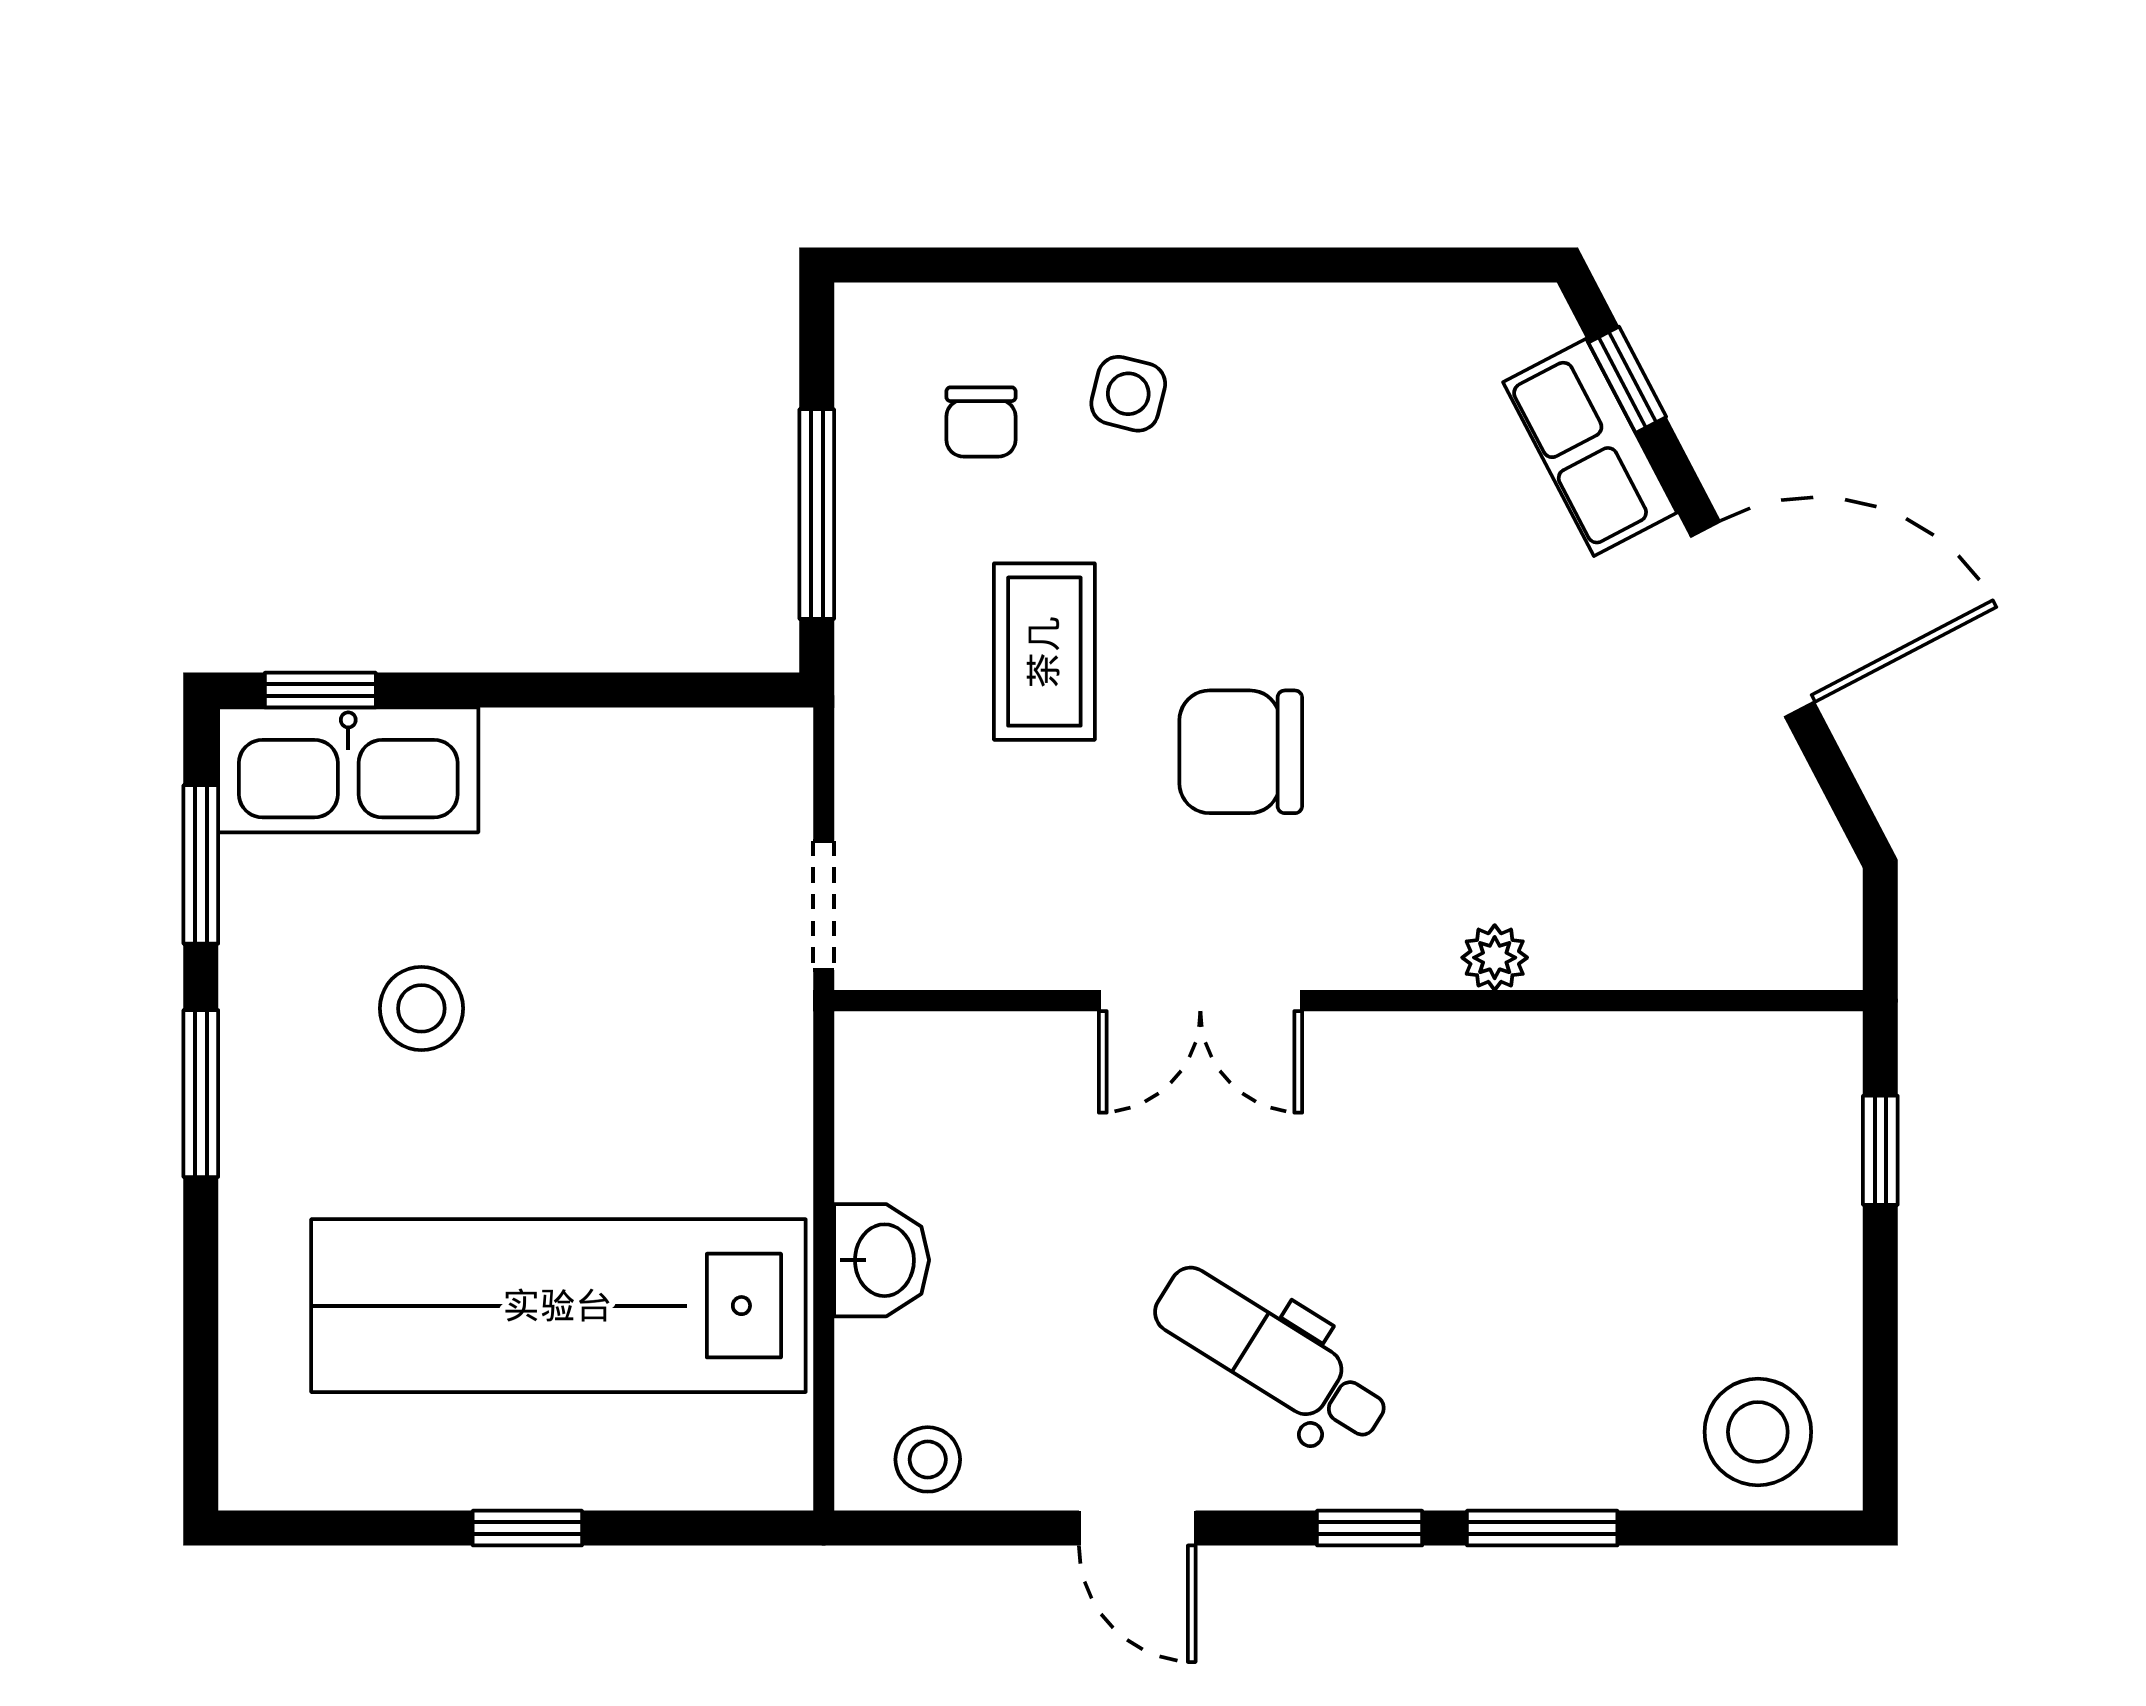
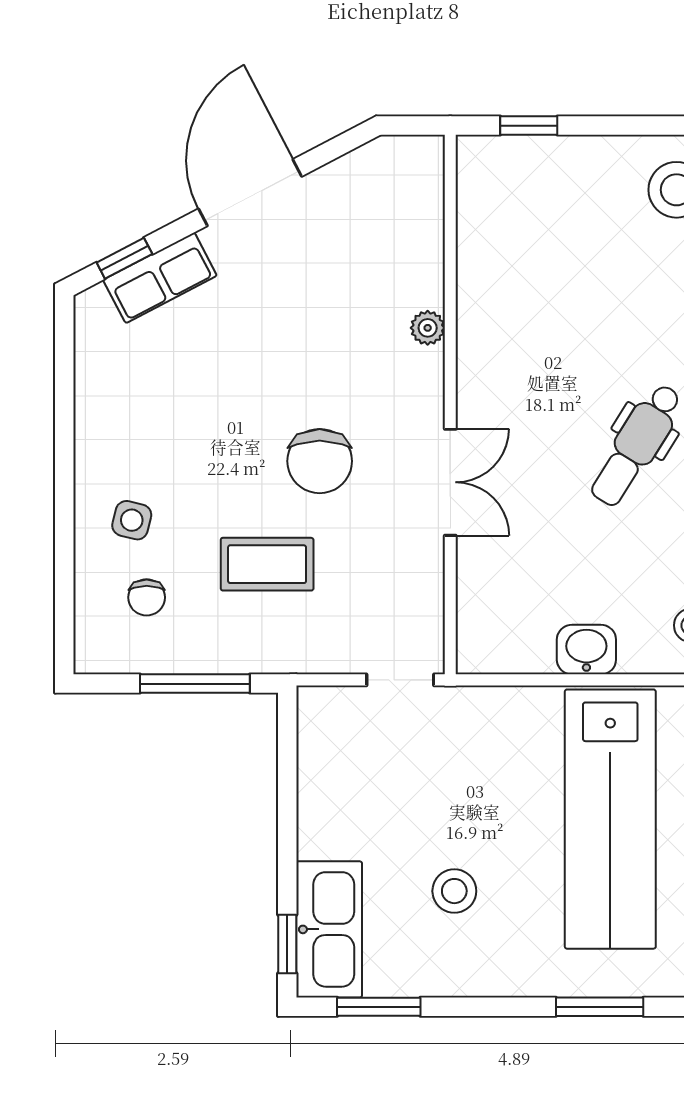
chair: (981, 422) -> (147, 597), turned 90
window: (201, 1094) -> (600, 1007), moved

